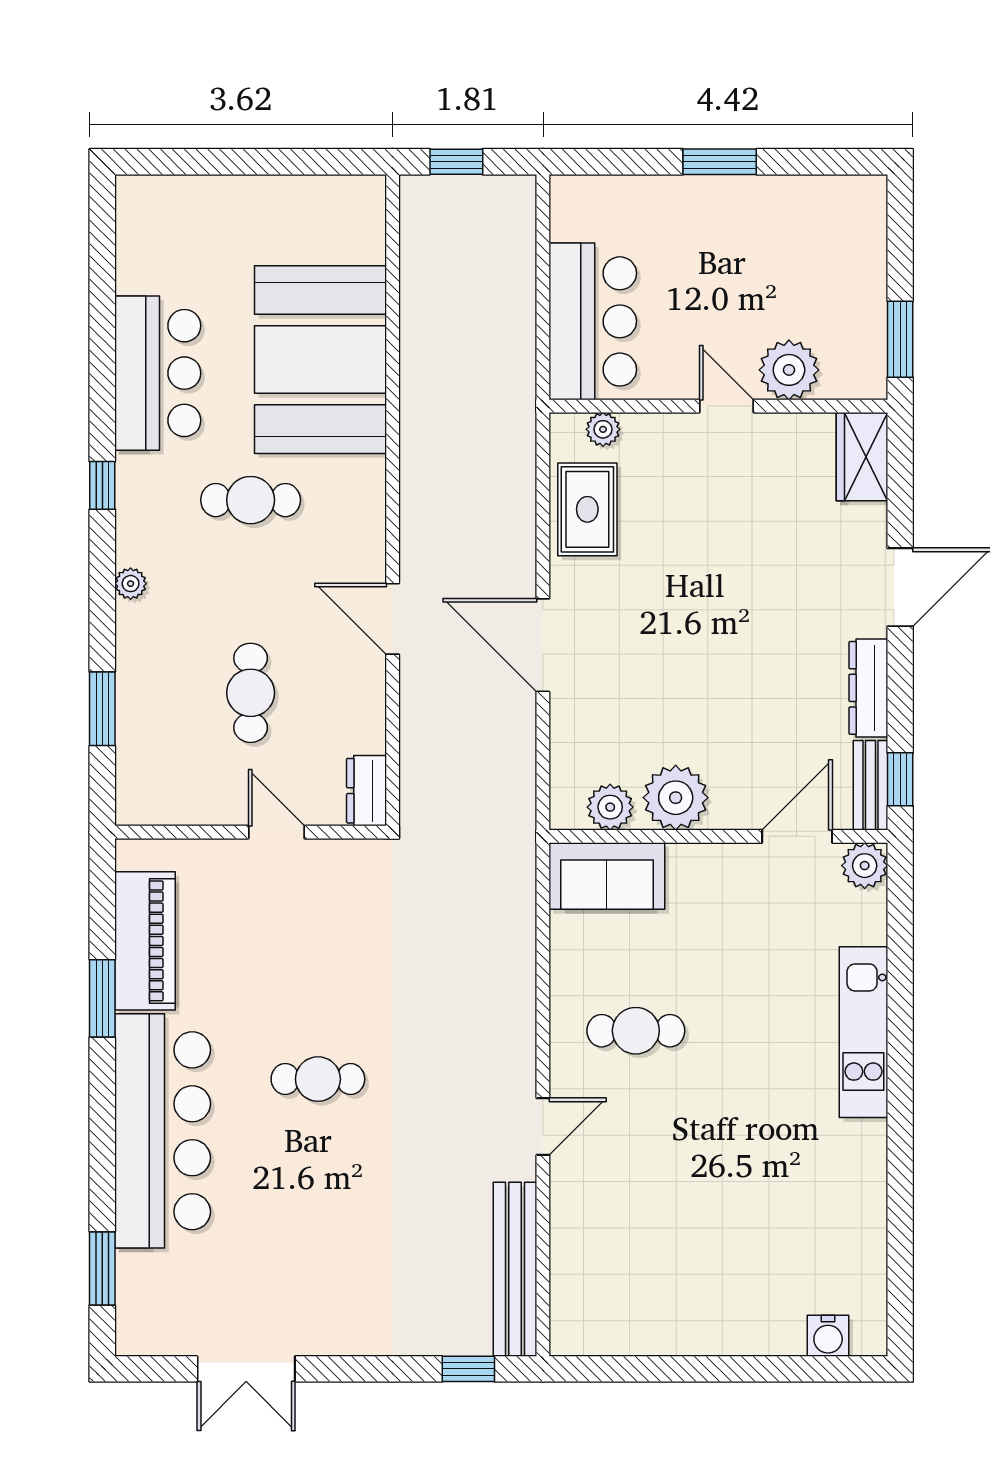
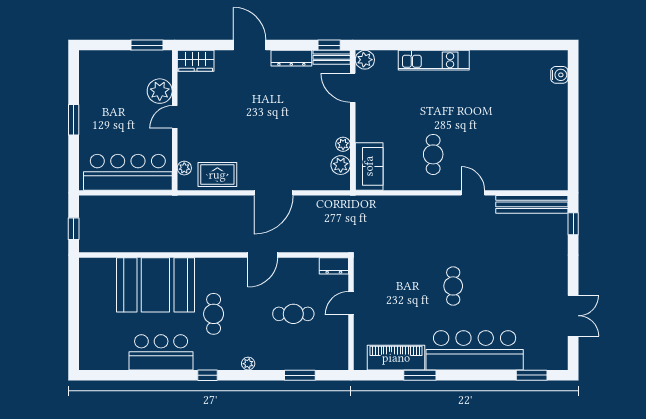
bar counter: (593, 321) -> (128, 172), width x1.36
plant: (676, 798) -> (343, 144), width x0.53, depth x0.53

